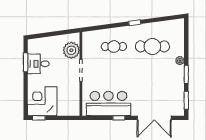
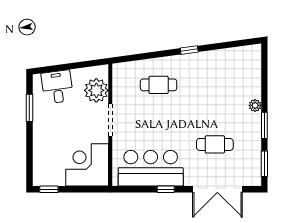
cafe table: (152, 46) -> (215, 144), moved, width x0.73, depth x0.74
desk: (38, 64) -> (57, 87), moved, turned 82
corner desk: (42, 101) -> (87, 165), moved

